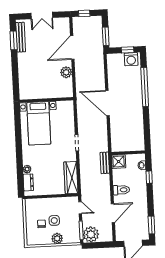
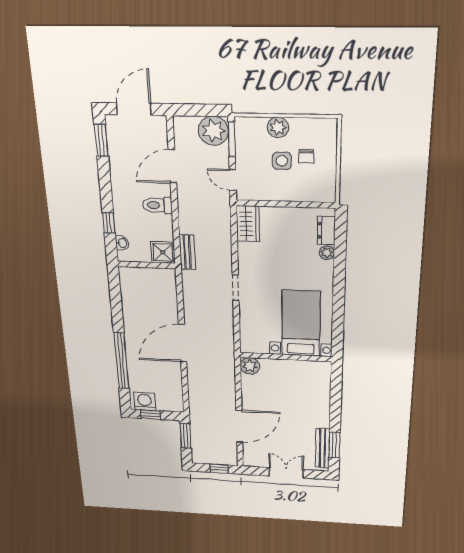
plant: (66, 72) -> (250, 366), moved
door: (107, 103) -> (183, 343), swing flipped
wardrobe: (71, 178) -> (248, 224), width x0.67

